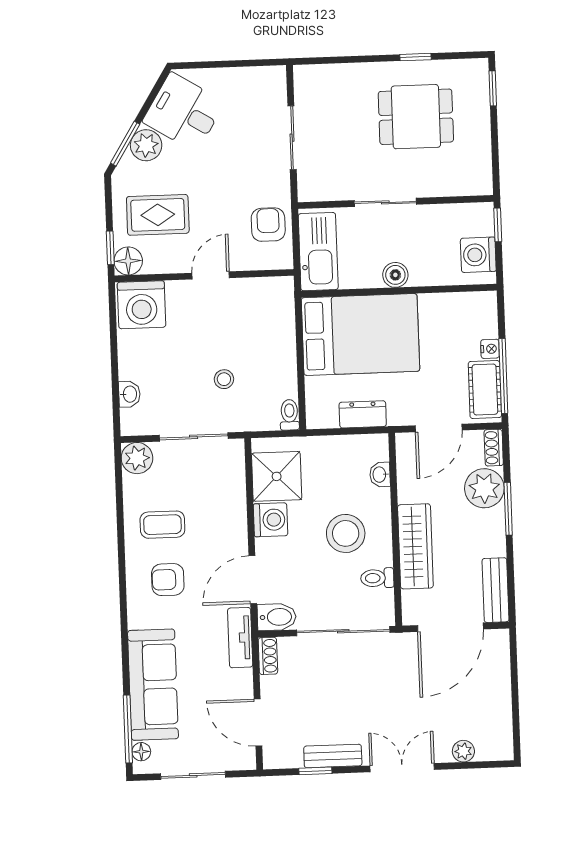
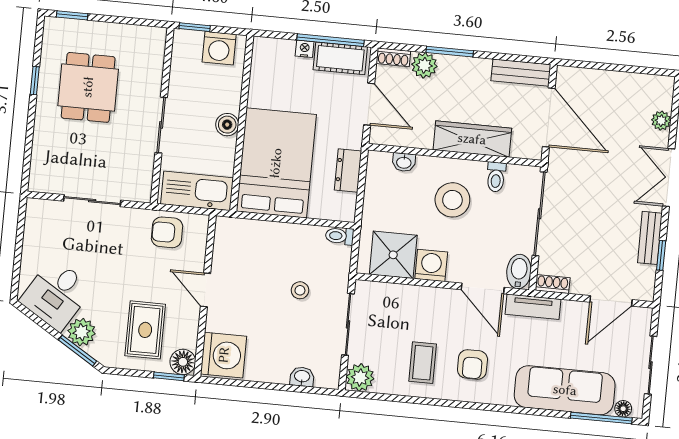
plant: (484, 488) -> (424, 65), width x0.73, depth x0.73

